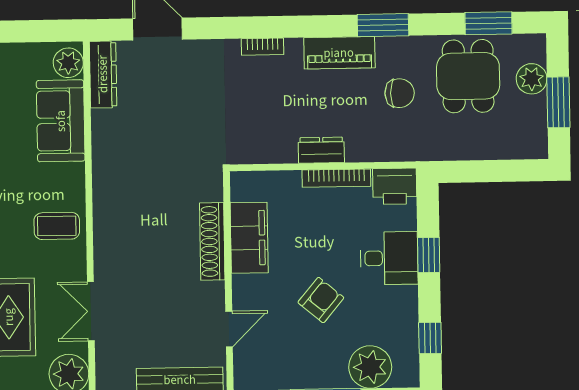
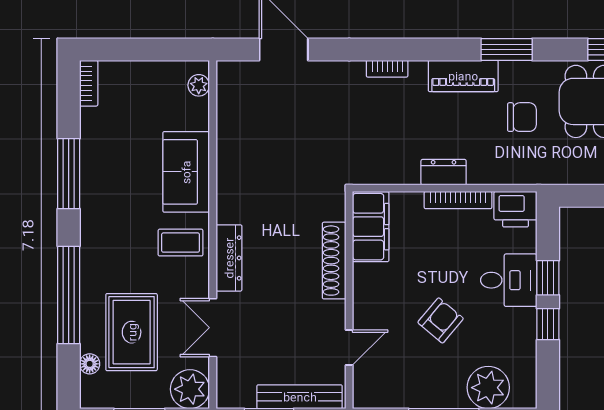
plant: (68, 63) -> (199, 85), width x0.73, depth x0.73
dresser: (103, 74) -> (229, 258), moved
sofa: (61, 121) -> (186, 172), moved
filing cabinet: (249, 238) -> (371, 227), moved
window: (430, 338) -> (548, 324), moved

